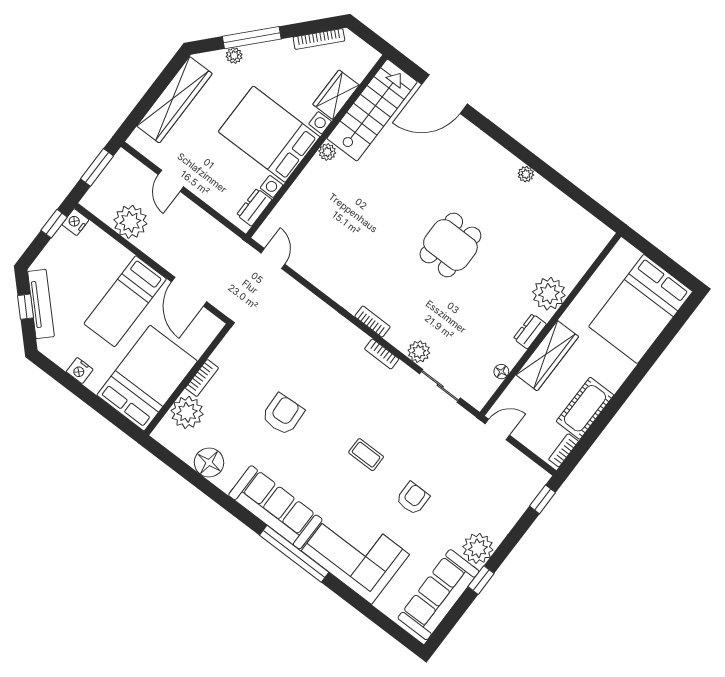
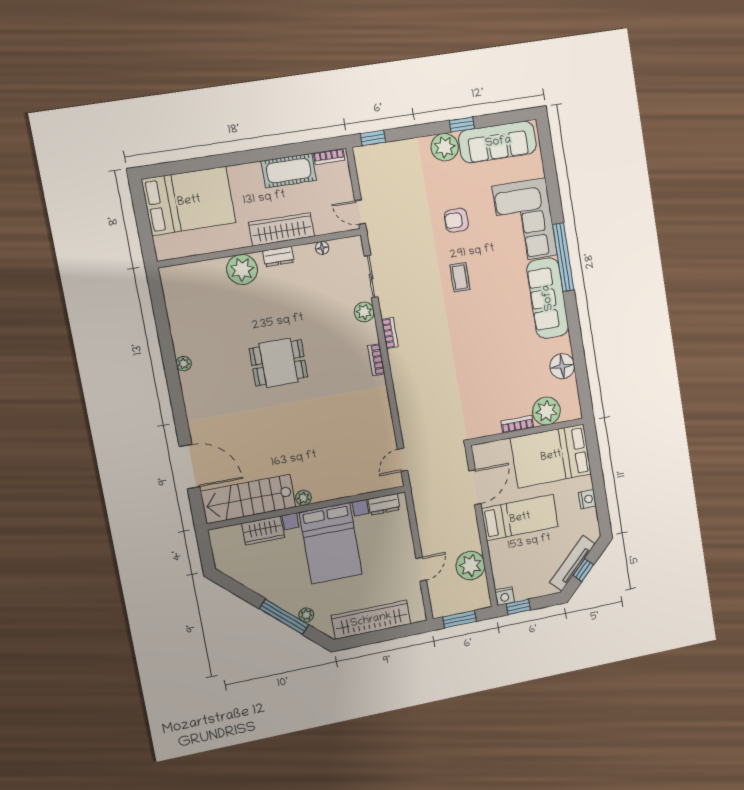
bookcase: (319, 39) -> (240, 577), removed
armchair: (283, 414) -> (488, 353), removed

